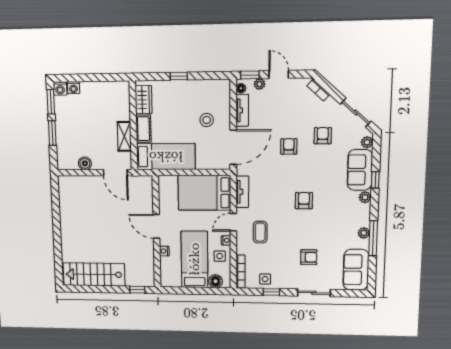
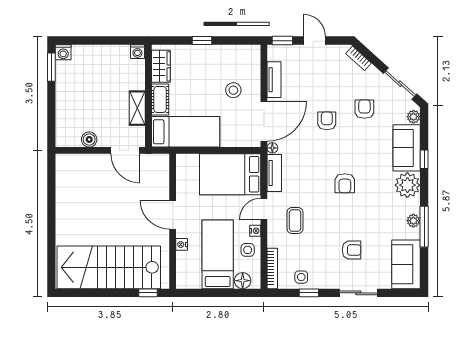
plant: (259, 84) -> (293, 51), removed
washing machine: (73, 88) -> (137, 52), moved
floor lamp: (241, 88) -> (272, 148), moved
window: (52, 133) -> (51, 104), removed
plant: (365, 197) -> (407, 185), width x1.87, depth x1.87
armchair: (304, 201) -> (345, 183), turned 180
stairs: (94, 274) -> (109, 267), width x1.36, depth x1.51

